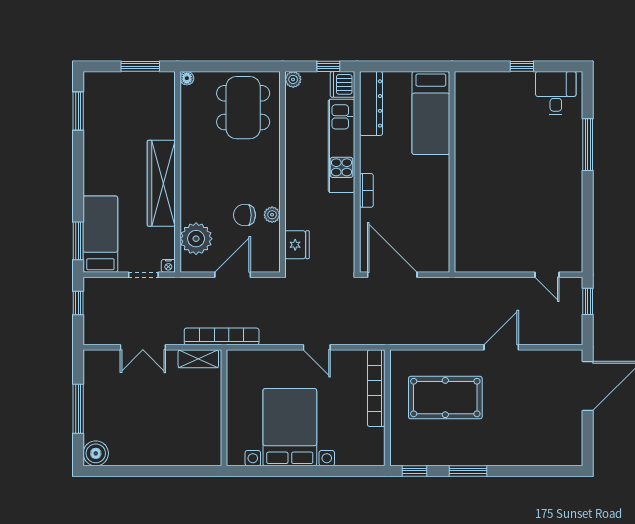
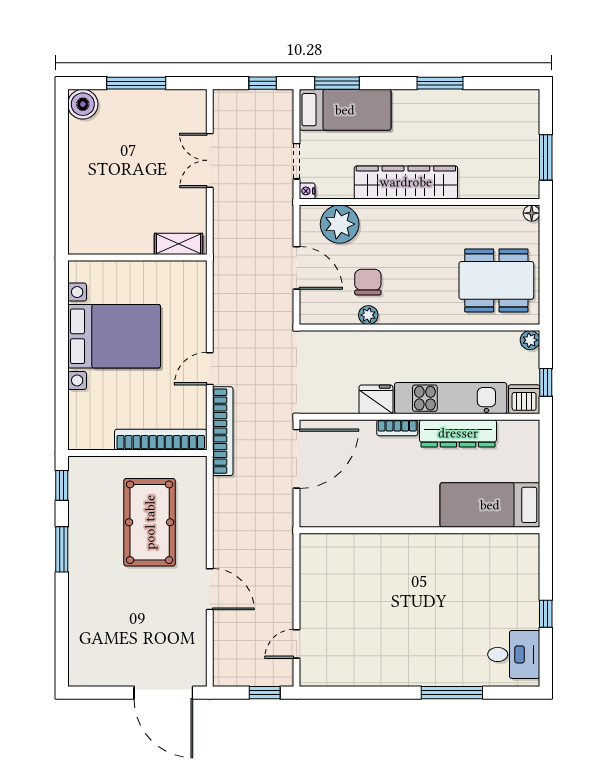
dresser: (371, 103) -> (458, 433), moved
window: (78, 111) -> (440, 83), moved
fridge: (297, 245) -> (376, 399), moved, turned 180
bookcase: (222, 336) -> (223, 431), moved
shelving: (198, 359) -> (178, 244), moved, turned 90

